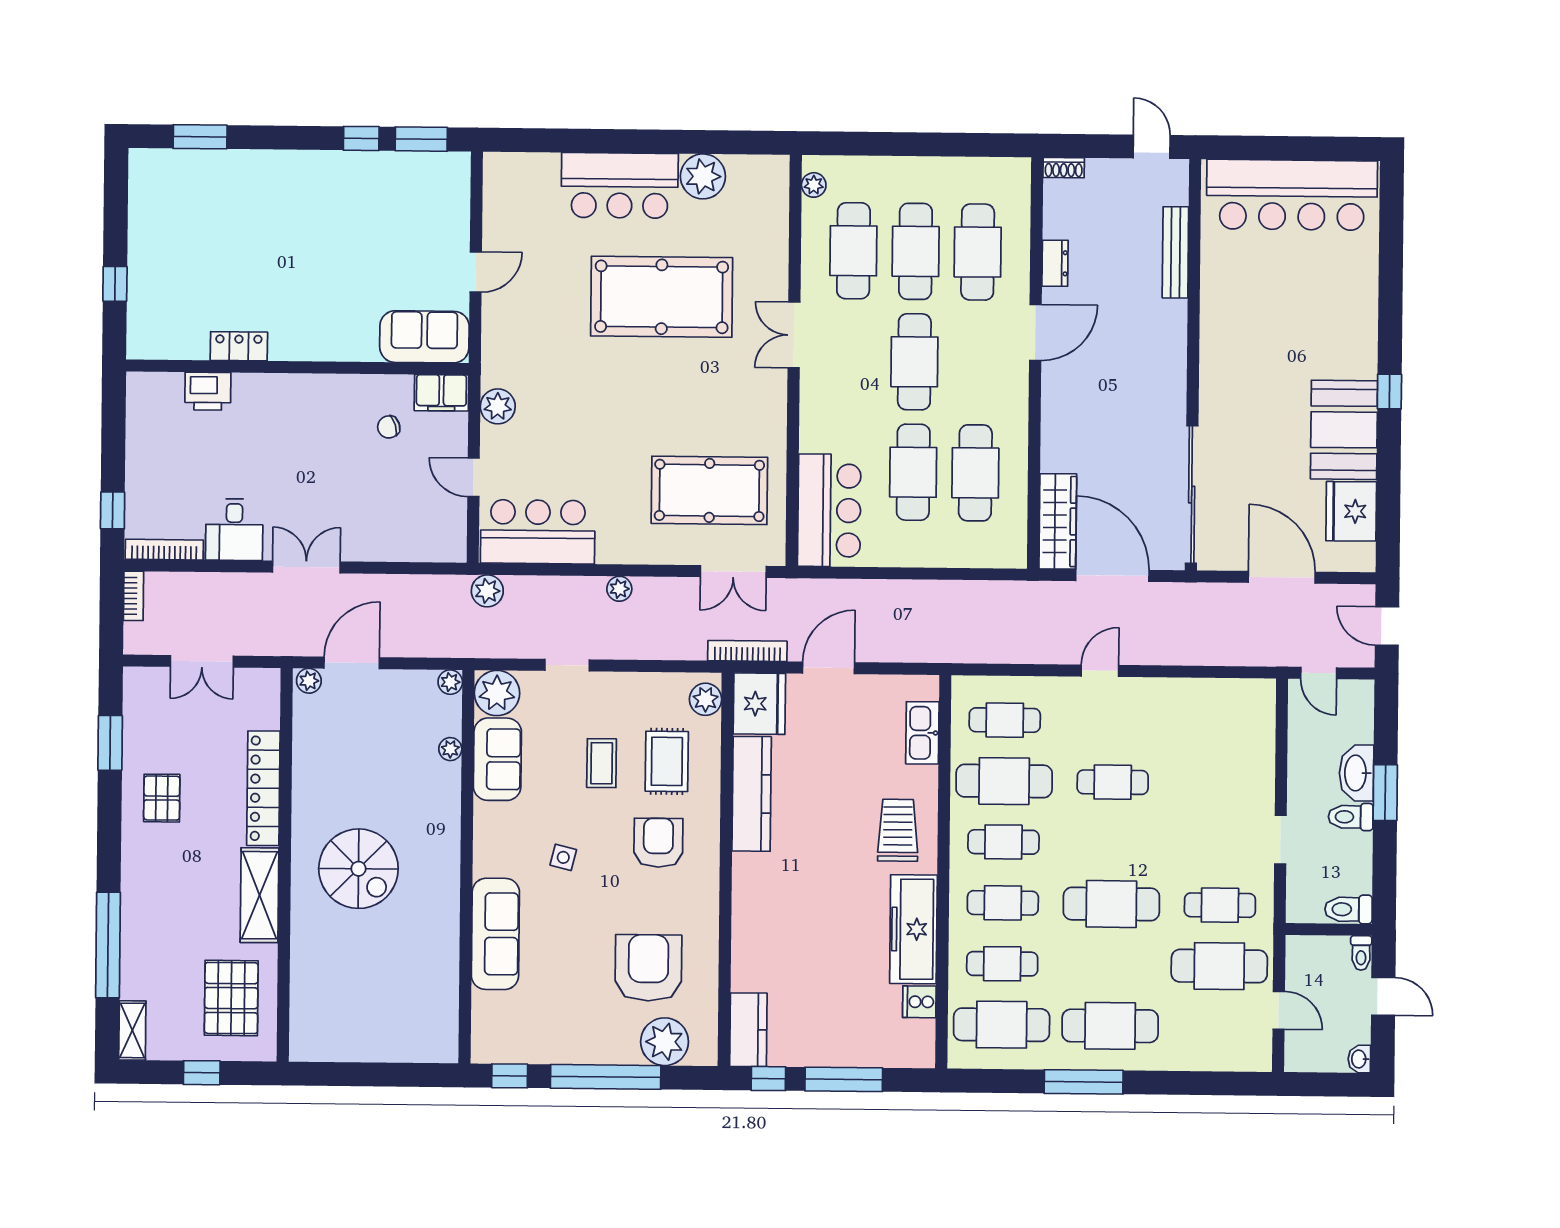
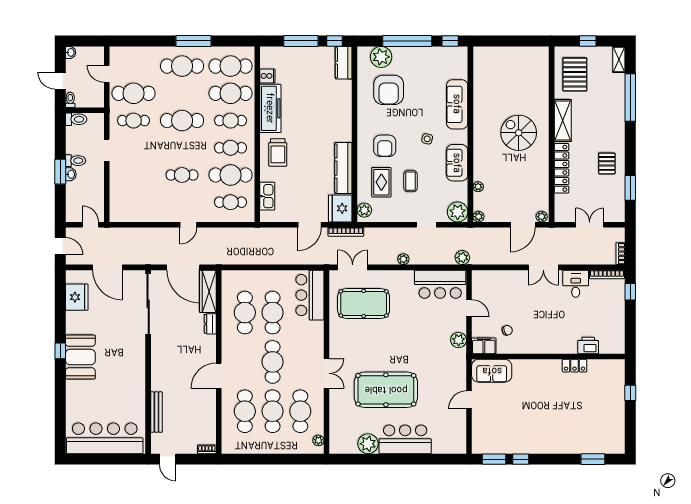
dresser: (1055, 263) -> (210, 324), moved
booth: (1344, 430) -> (80, 357), moved
sofa: (497, 759) -> (457, 163), moved
washbasin: (1356, 773) -> (71, 174), width x0.52, depth x0.69
cafe table: (1002, 964) -> (231, 93), width x1.37, depth x1.35

